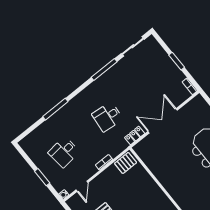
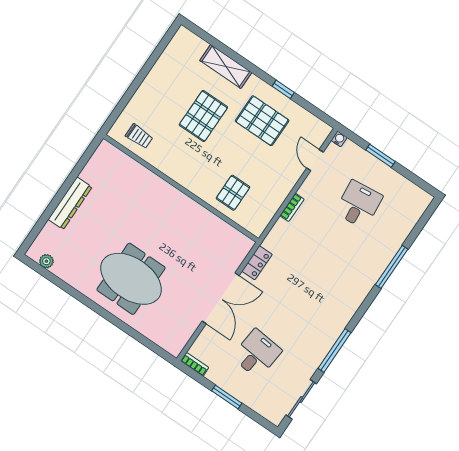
desk: (107, 117) -> (257, 354), moved
pallet: (126, 163) -> (233, 193), moved

